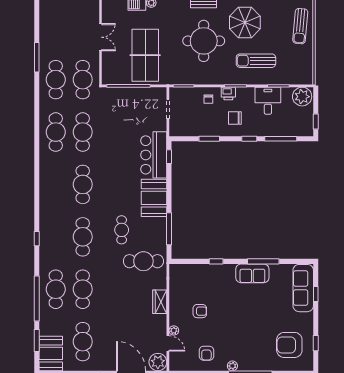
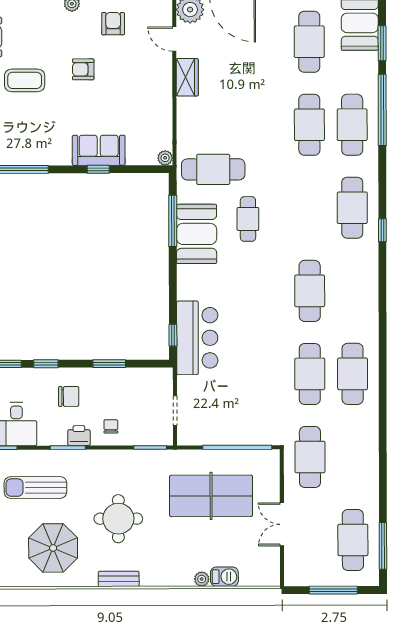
round table: (204, 41) -> (118, 519), width x0.73, depth x0.73
table tennis table: (145, 55) -> (211, 496), turned 90
window: (37, 57) -> (383, 546), moved
sun lounger: (256, 61) -> (35, 487), turned 180
cafe table: (56, 80) -> (353, 540), moved
booth: (154, 198) -> (197, 234), moved
cafe table: (83, 237) -> (352, 208), moved
window: (37, 239) -> (382, 230), moved
sofa: (252, 273) -> (99, 150), moved
wardrobe: (160, 302) -> (187, 77), moved
armchair: (200, 311) -> (83, 69), moved
coffee table: (262, 318) -> (25, 80), added
plant: (174, 330) -> (165, 158), moved

